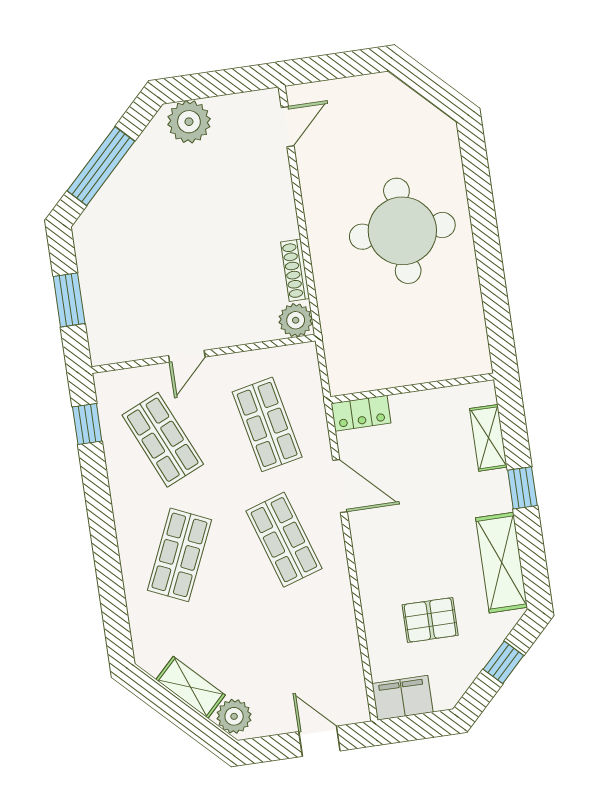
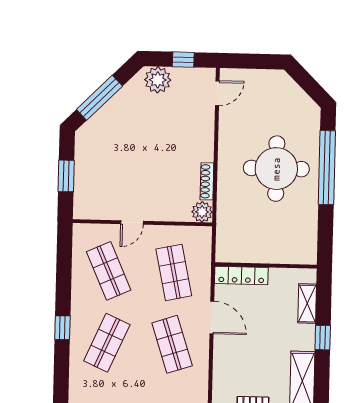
window: (224, 82) -> (183, 60), added
window: (483, 215) -> (327, 168), added
locker: (361, 413) -> (241, 276), width x1.53
window: (87, 424) -> (62, 328), moved

